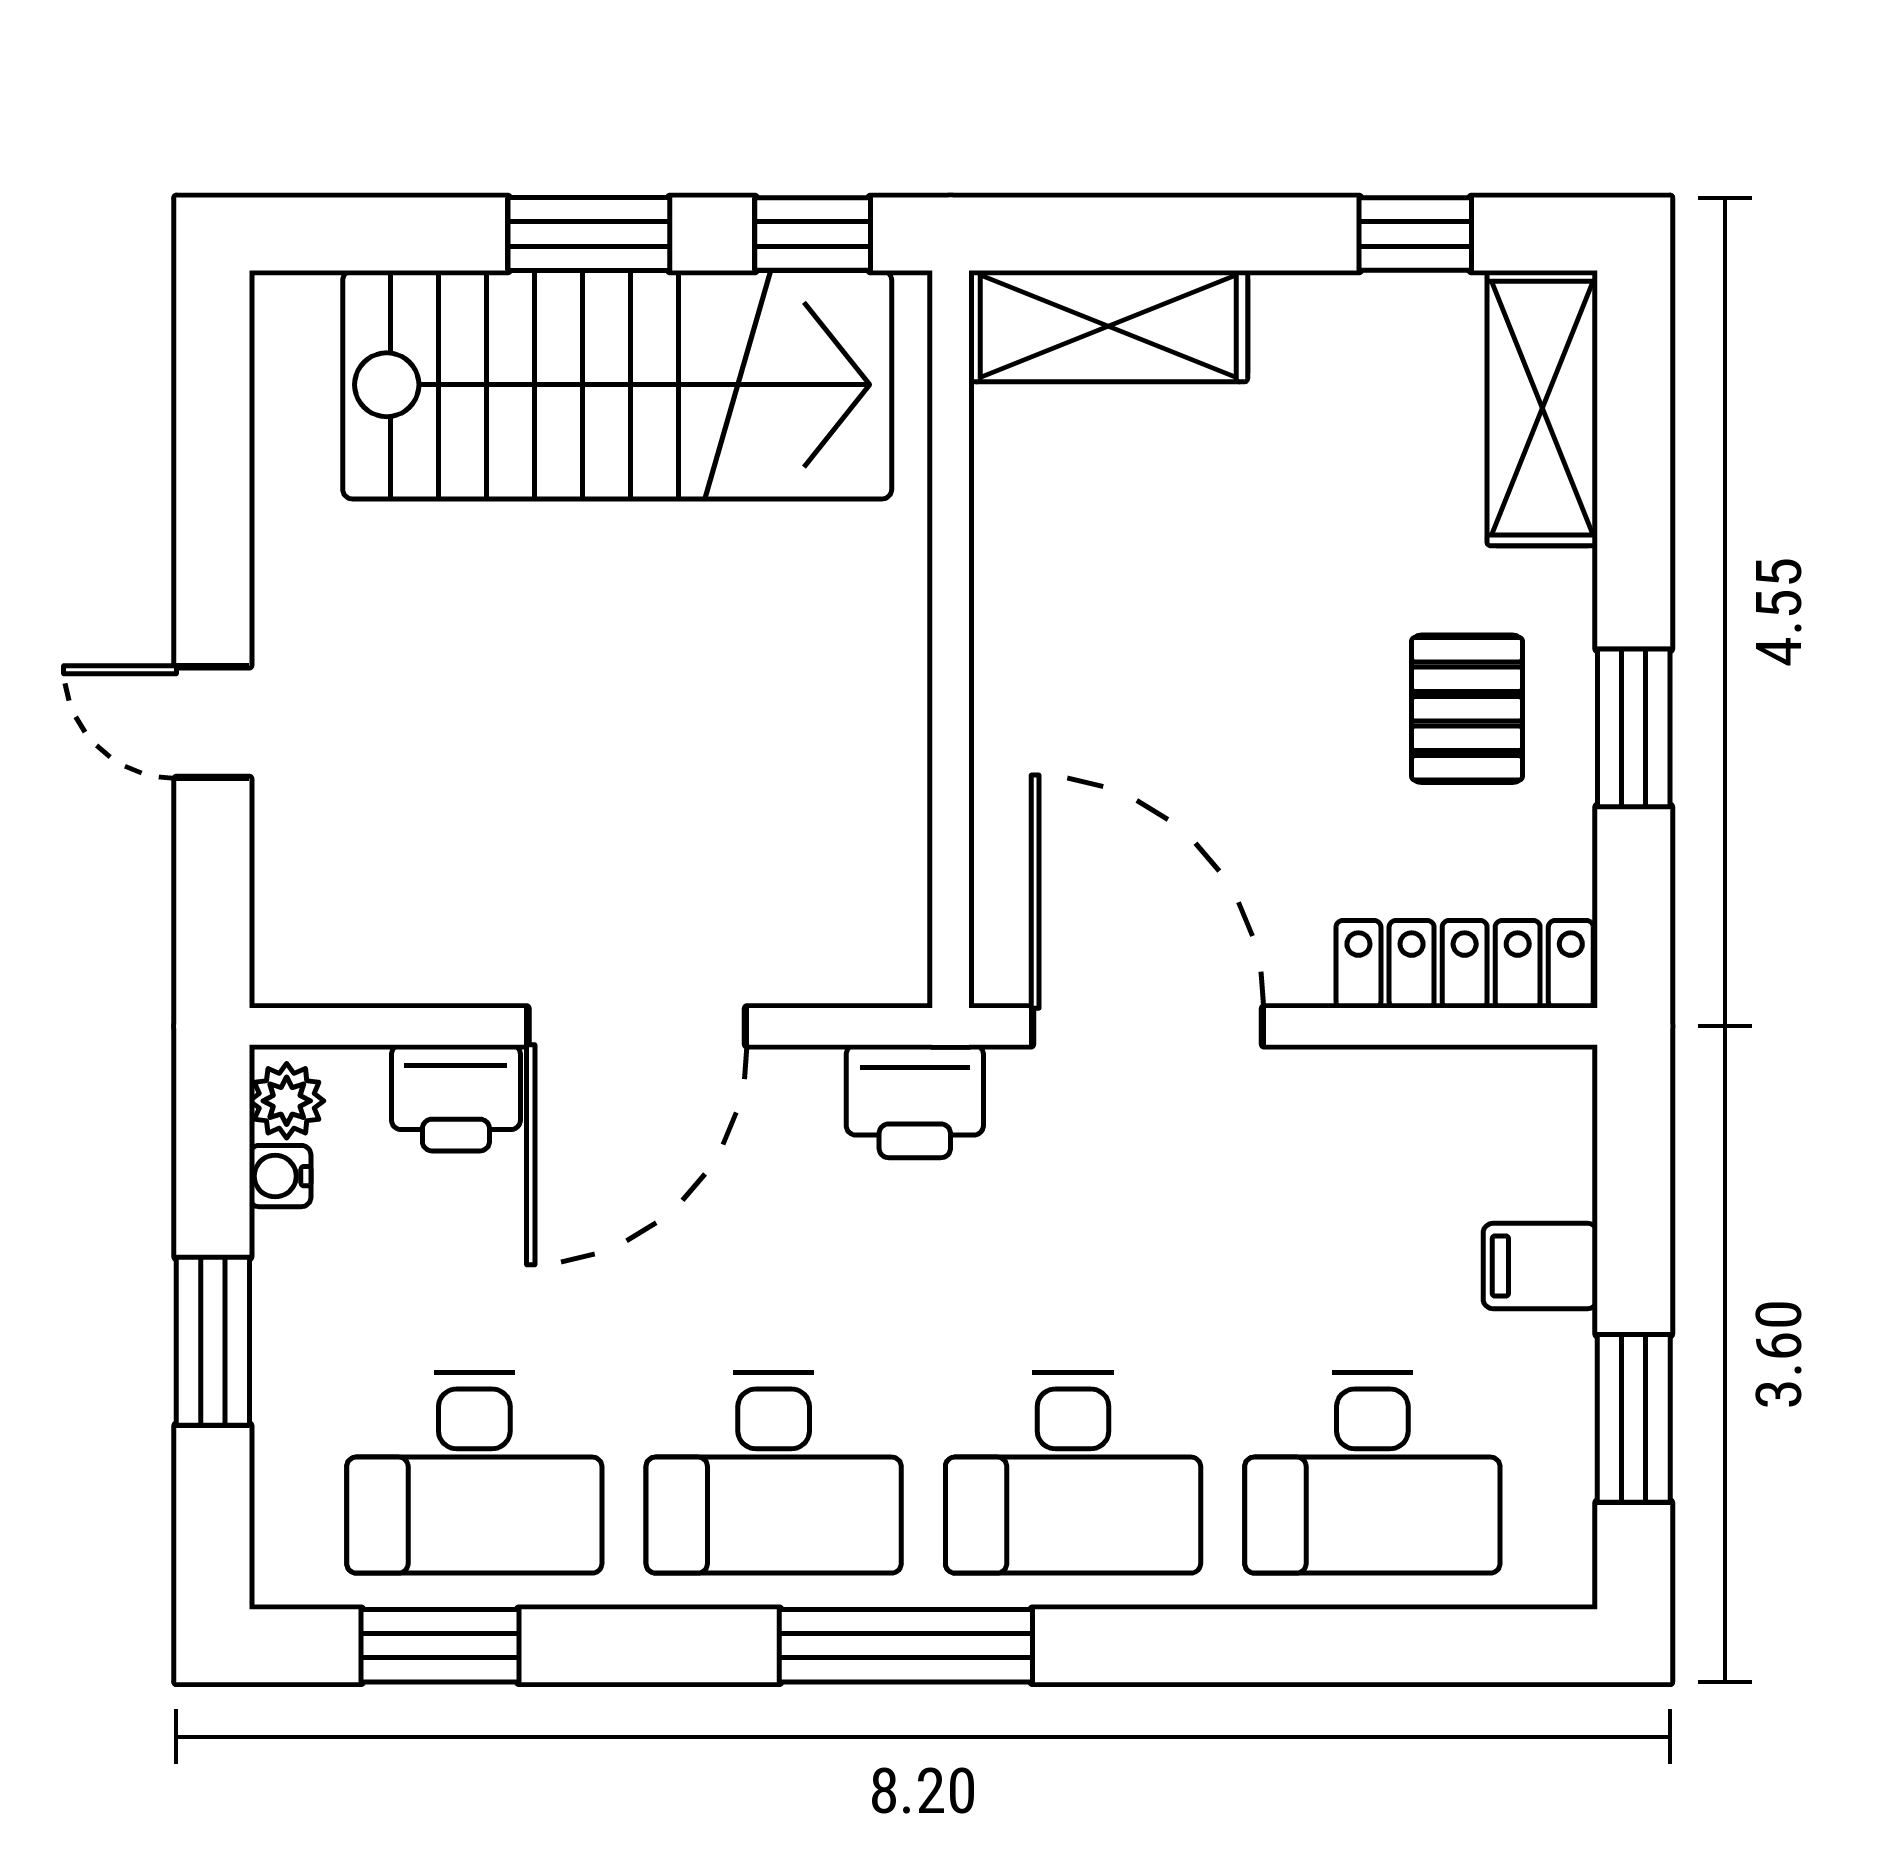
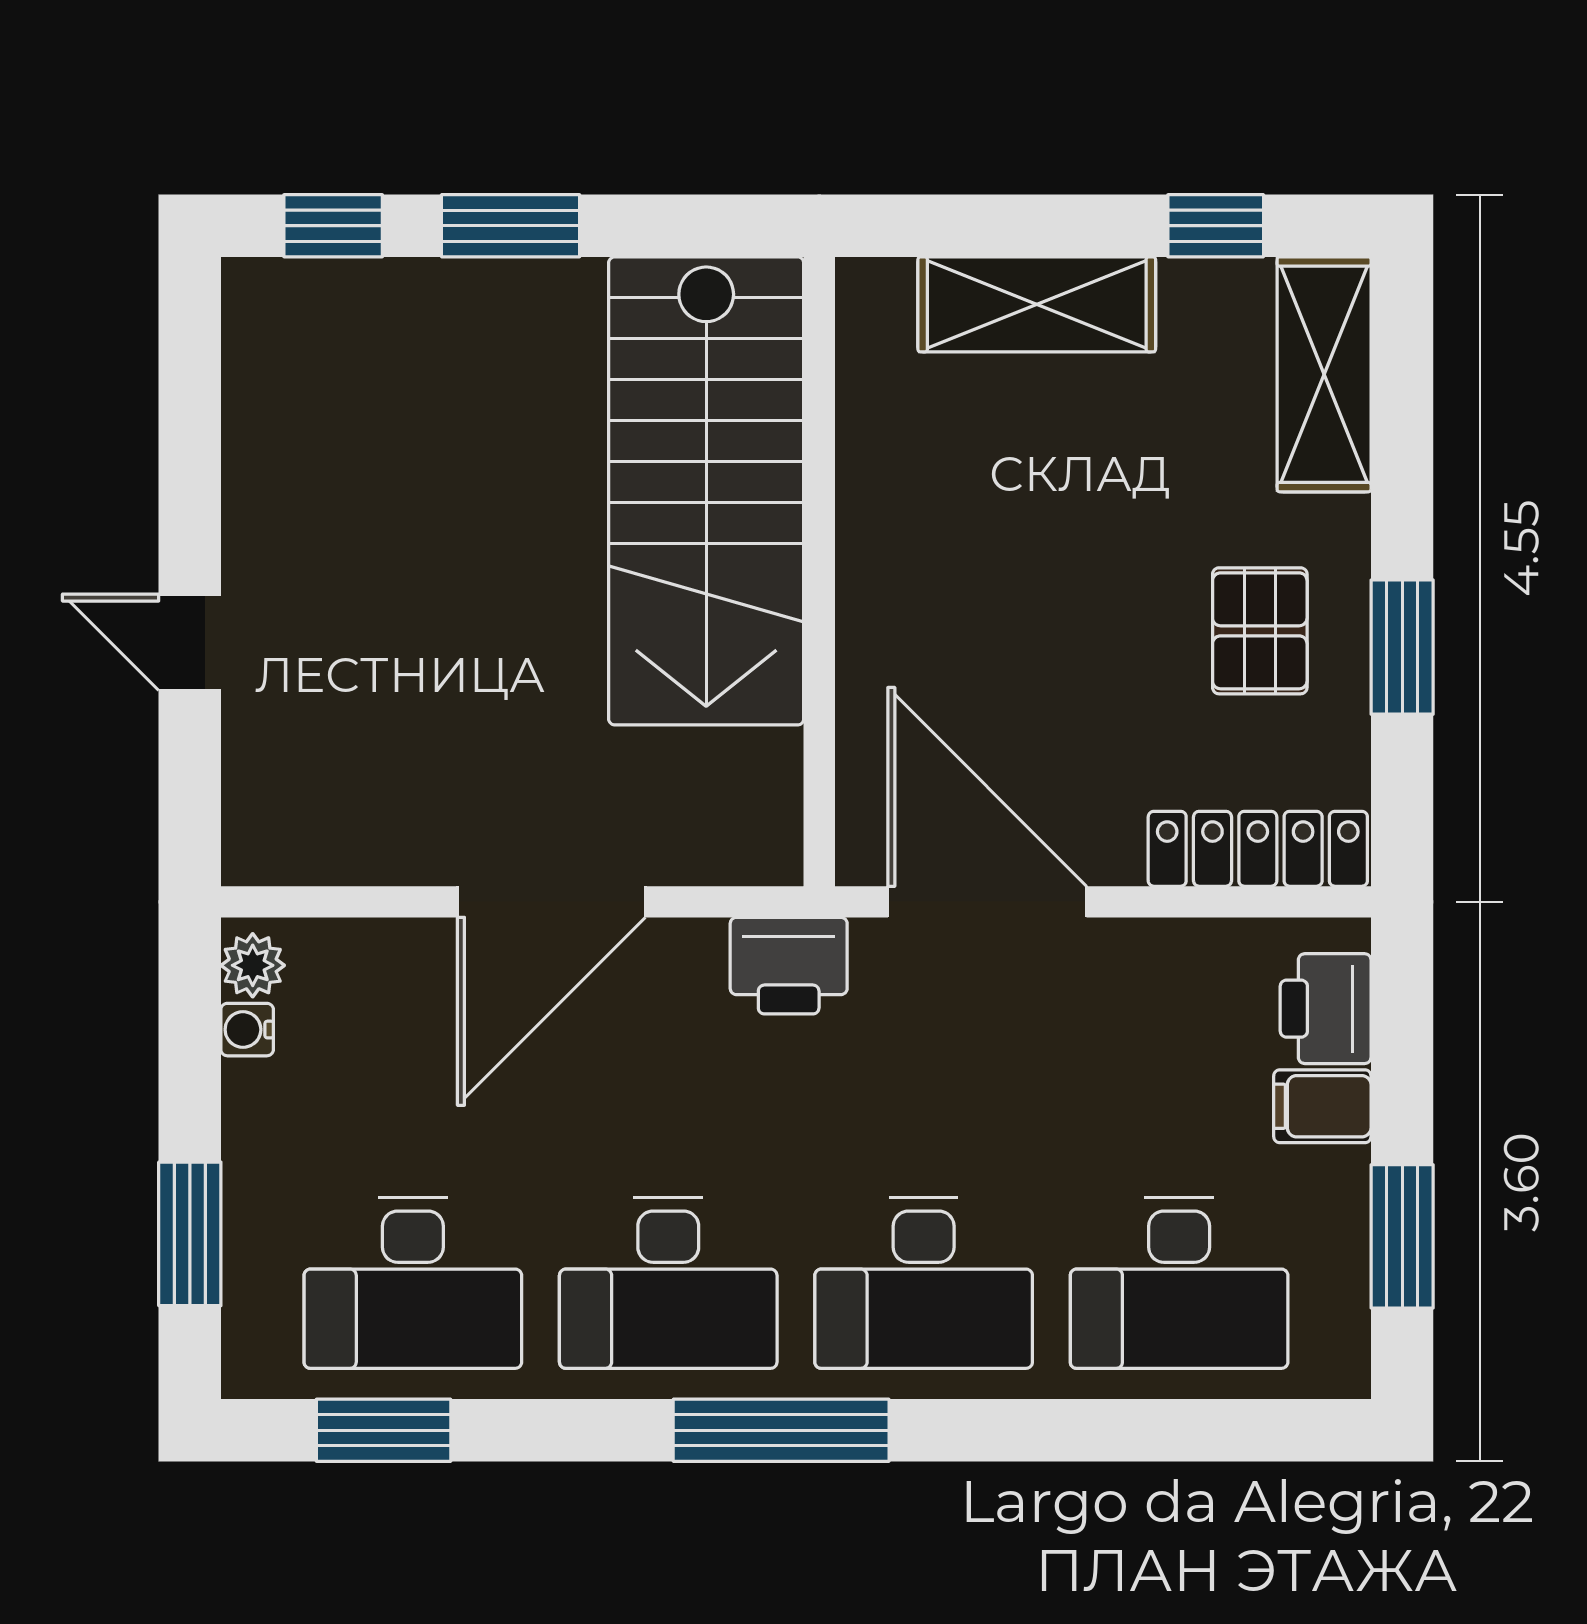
window: (813, 234) -> (333, 226), moved
shelving: (1108, 326) -> (1037, 304), moved
stairs: (617, 385) -> (706, 491), moved, turned 90
printer: (456, 1098) -> (1326, 1009), moved, turned 90
window: (213, 1341) -> (190, 1234), moved

